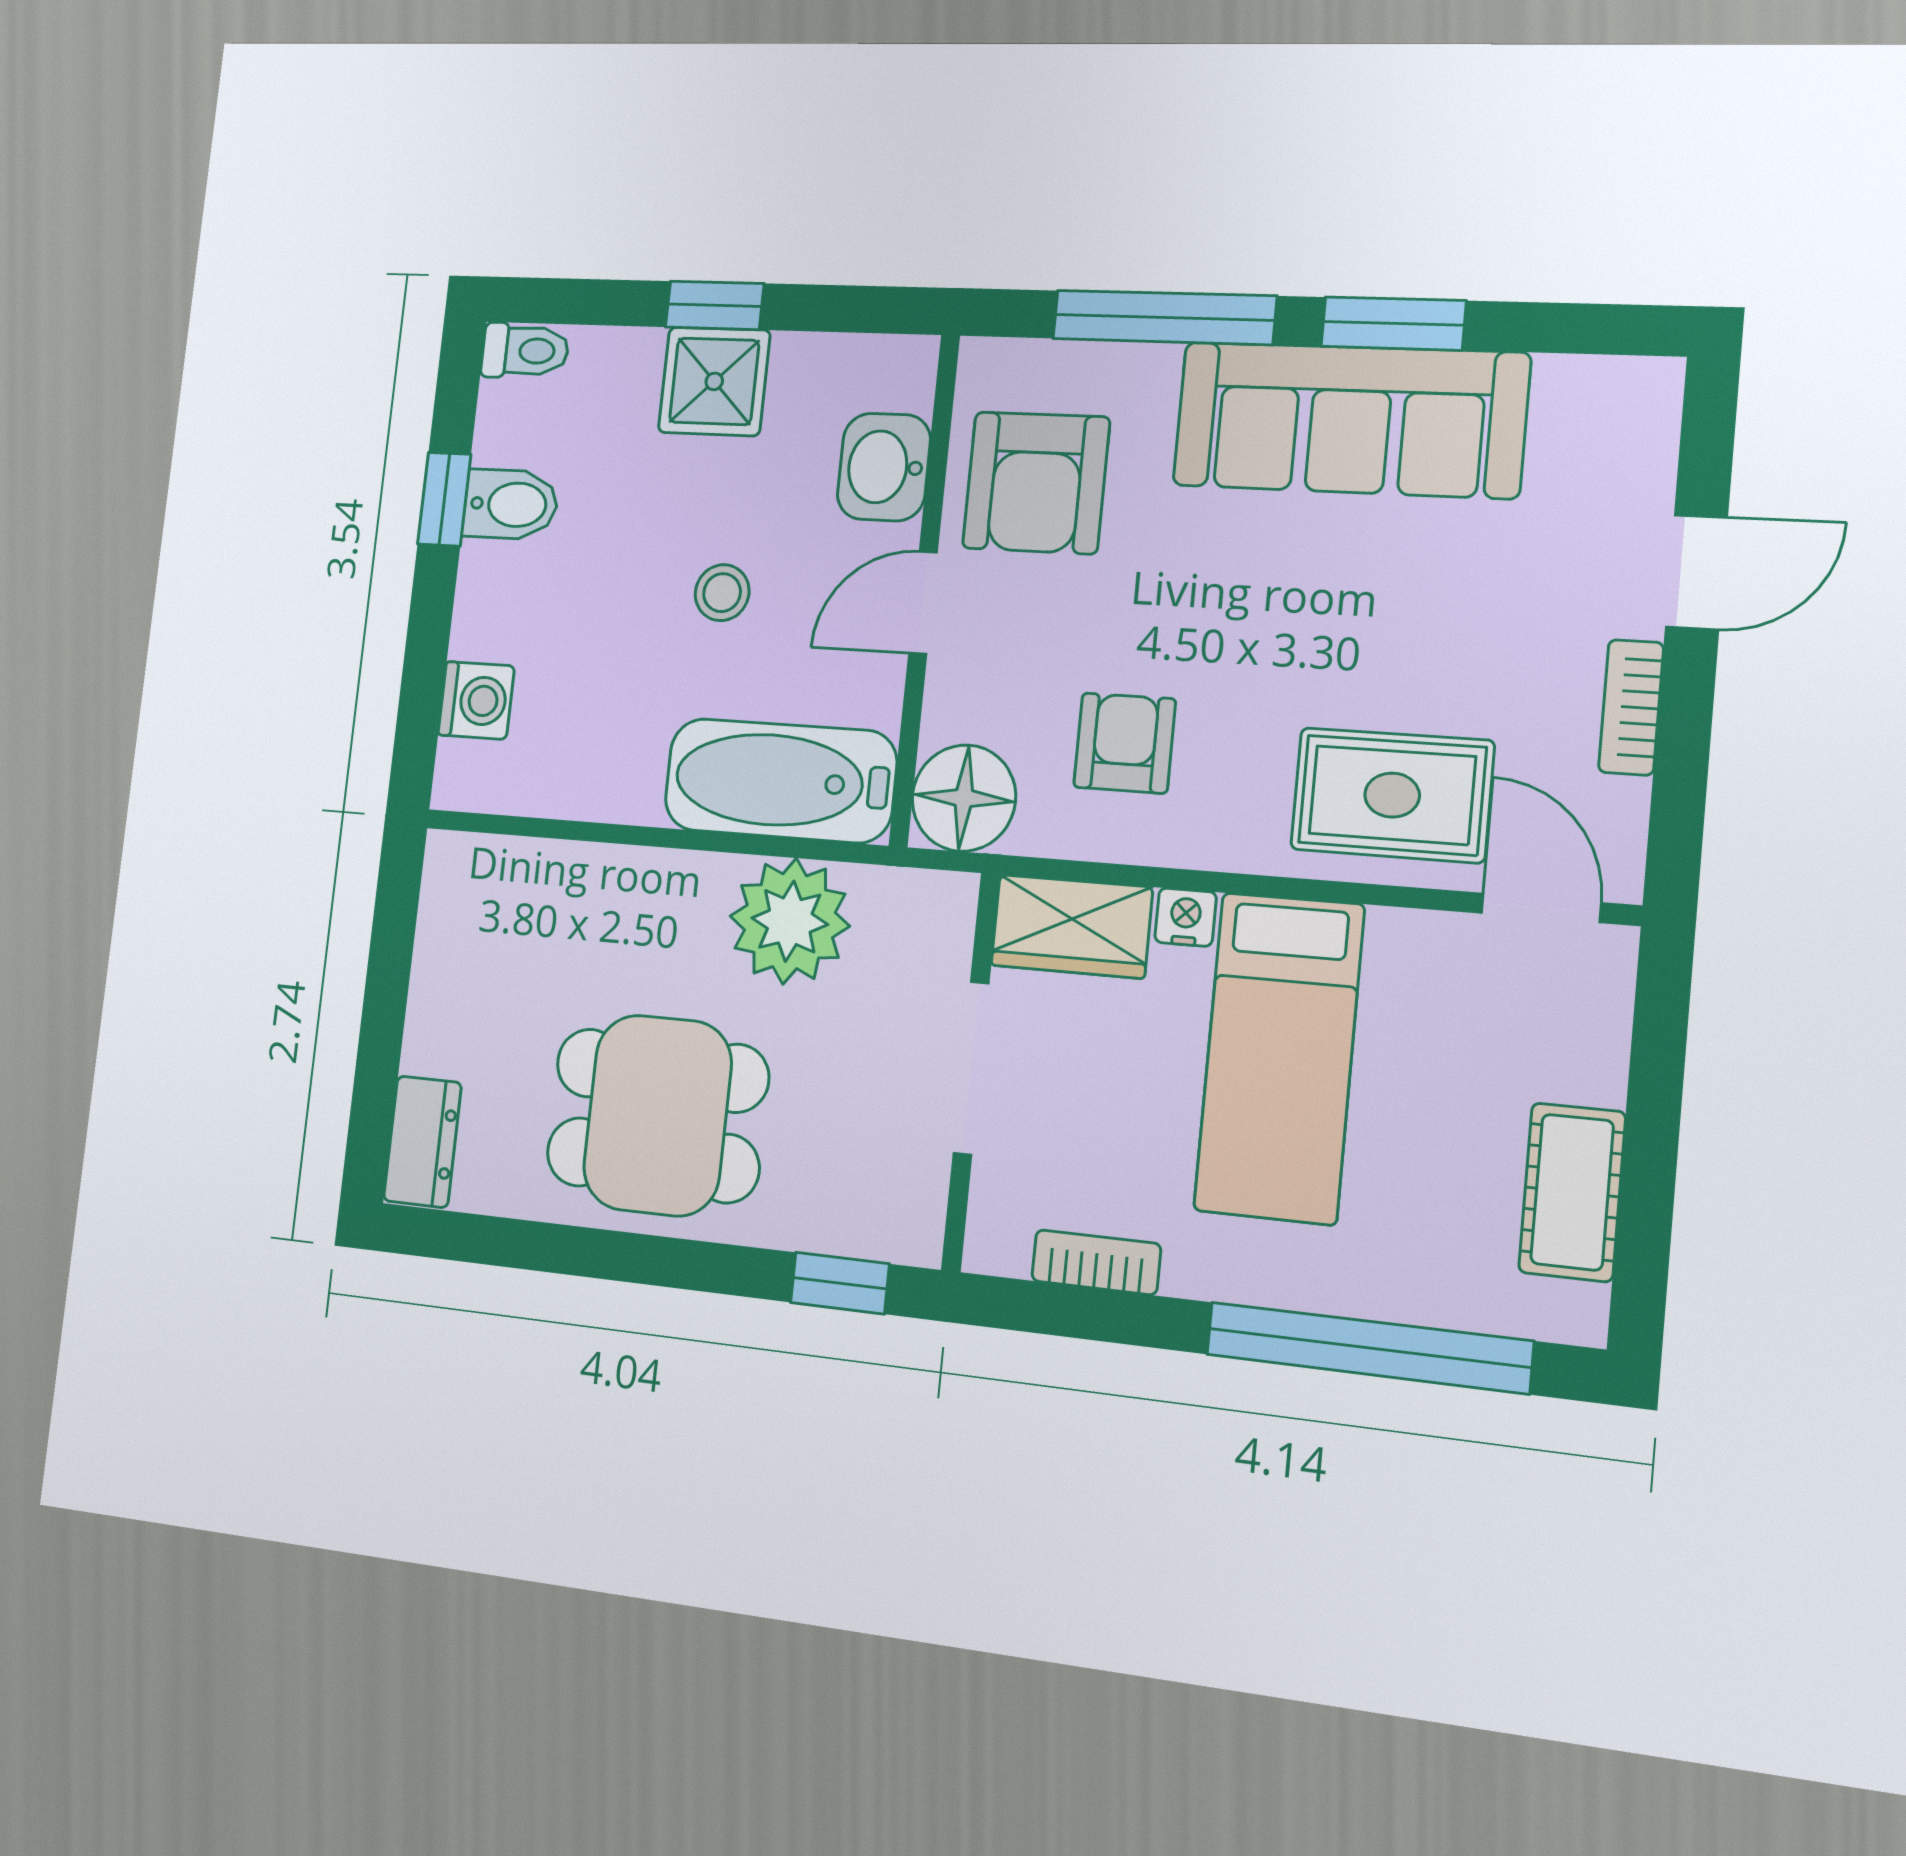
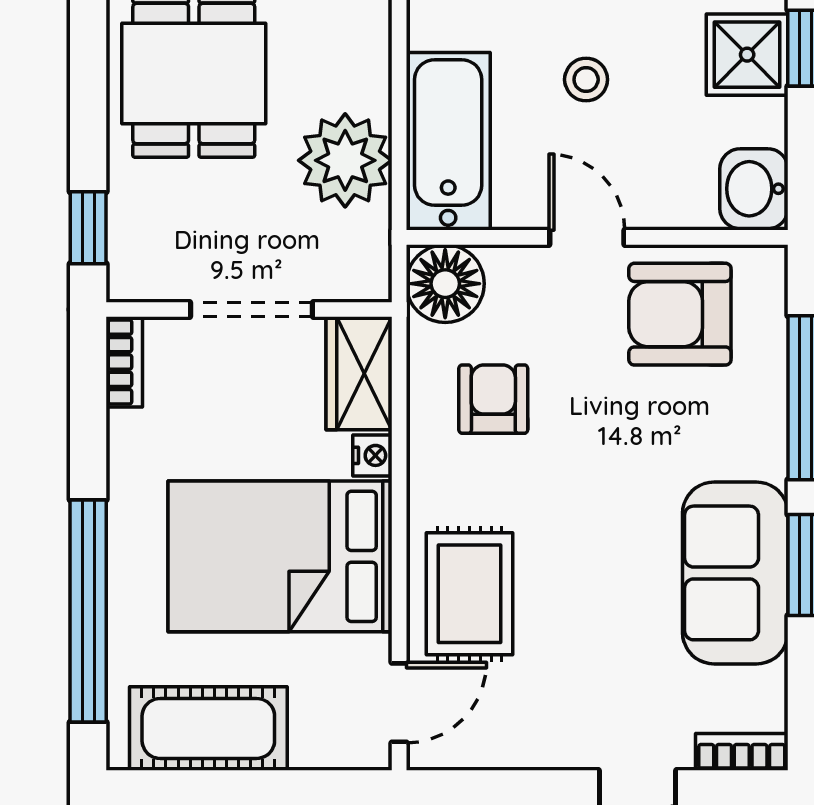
sofa: (1350, 420) -> (735, 573), width x0.73
washbasin: (884, 467) -> (754, 189), moved, turned -90
bookcase: (1631, 707) -> (742, 752), moved
armchair: (1125, 743) -> (493, 399), turned -90
bed: (1279, 1057) -> (280, 556), width x1.50
cot: (1572, 1192) -> (208, 728), width x1.37, depth x1.34
bookcase: (1096, 1262) -> (124, 362), moved

